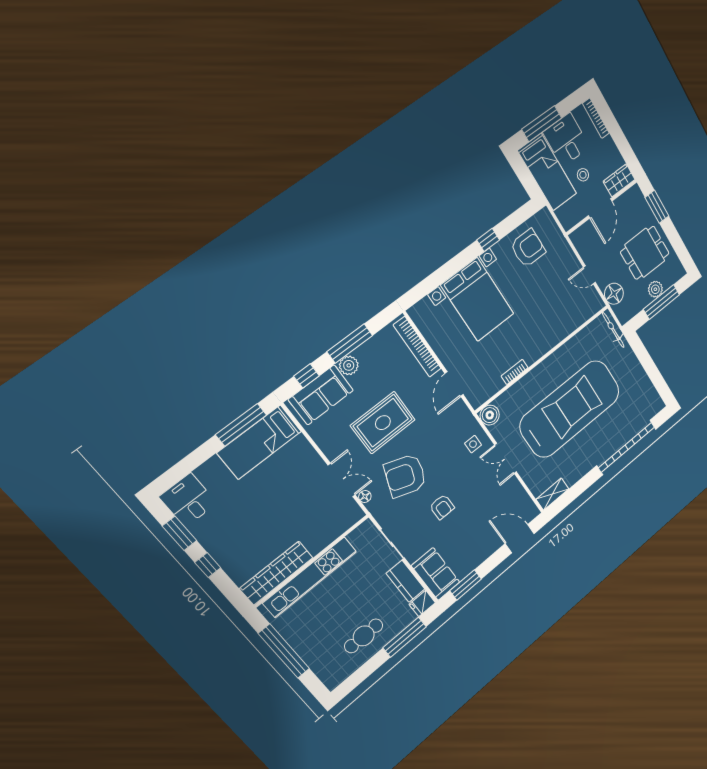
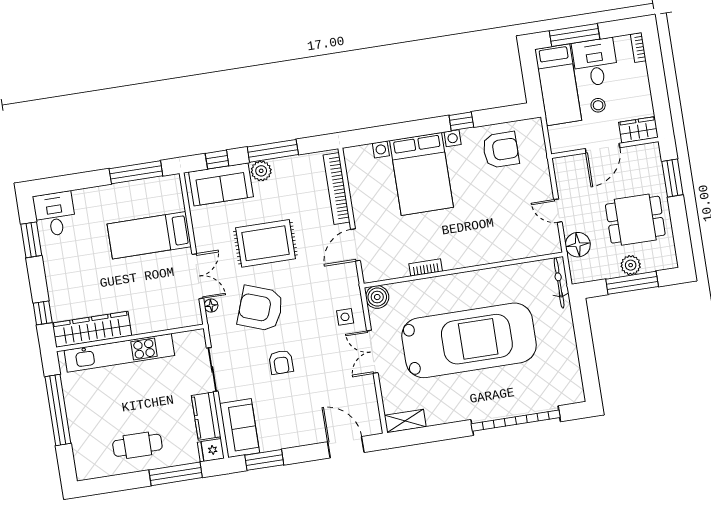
bookcase: (596, 118) -> (638, 47), width x0.64
bed: (259, 442) -> (149, 235), moved
window: (208, 565) -> (43, 313), moved

